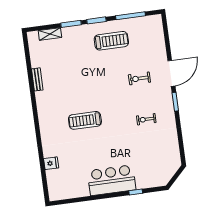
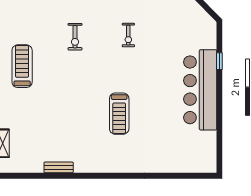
fridge: (51, 163) -> (168, 164), removed
bar counter: (112, 180) -> (200, 90), width x1.36

